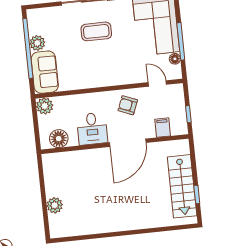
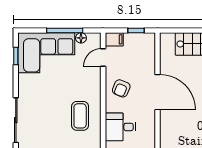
coffee table: (96, 31) -> (80, 116), moved
filing cabinet: (163, 128) -> (114, 39), moved, turned 180
desk: (92, 129) -> (120, 127), moved, turned 180

